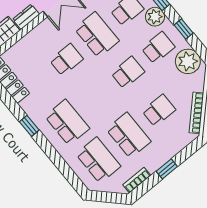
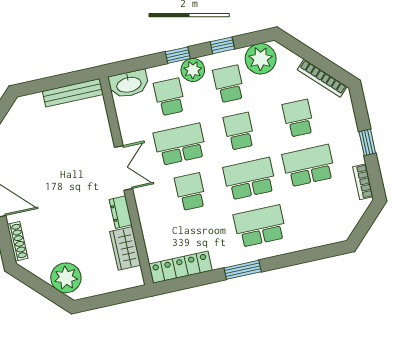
window: (29, 126) -> (243, 270), width x1.50
school desk: (98, 160) -> (250, 179), moved

